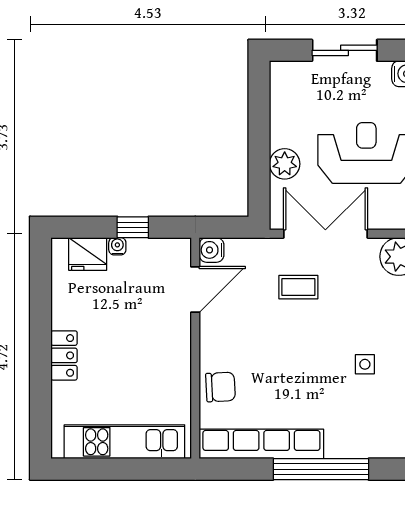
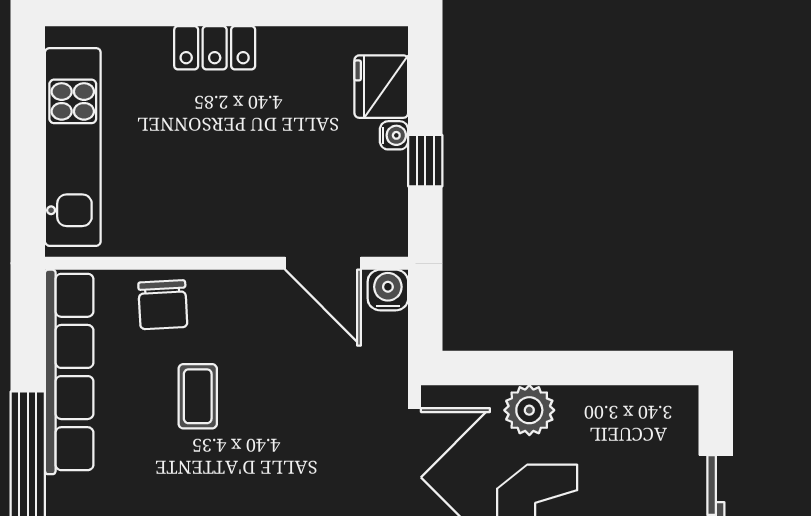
coffee table: (298, 287) -> (198, 396), moved

